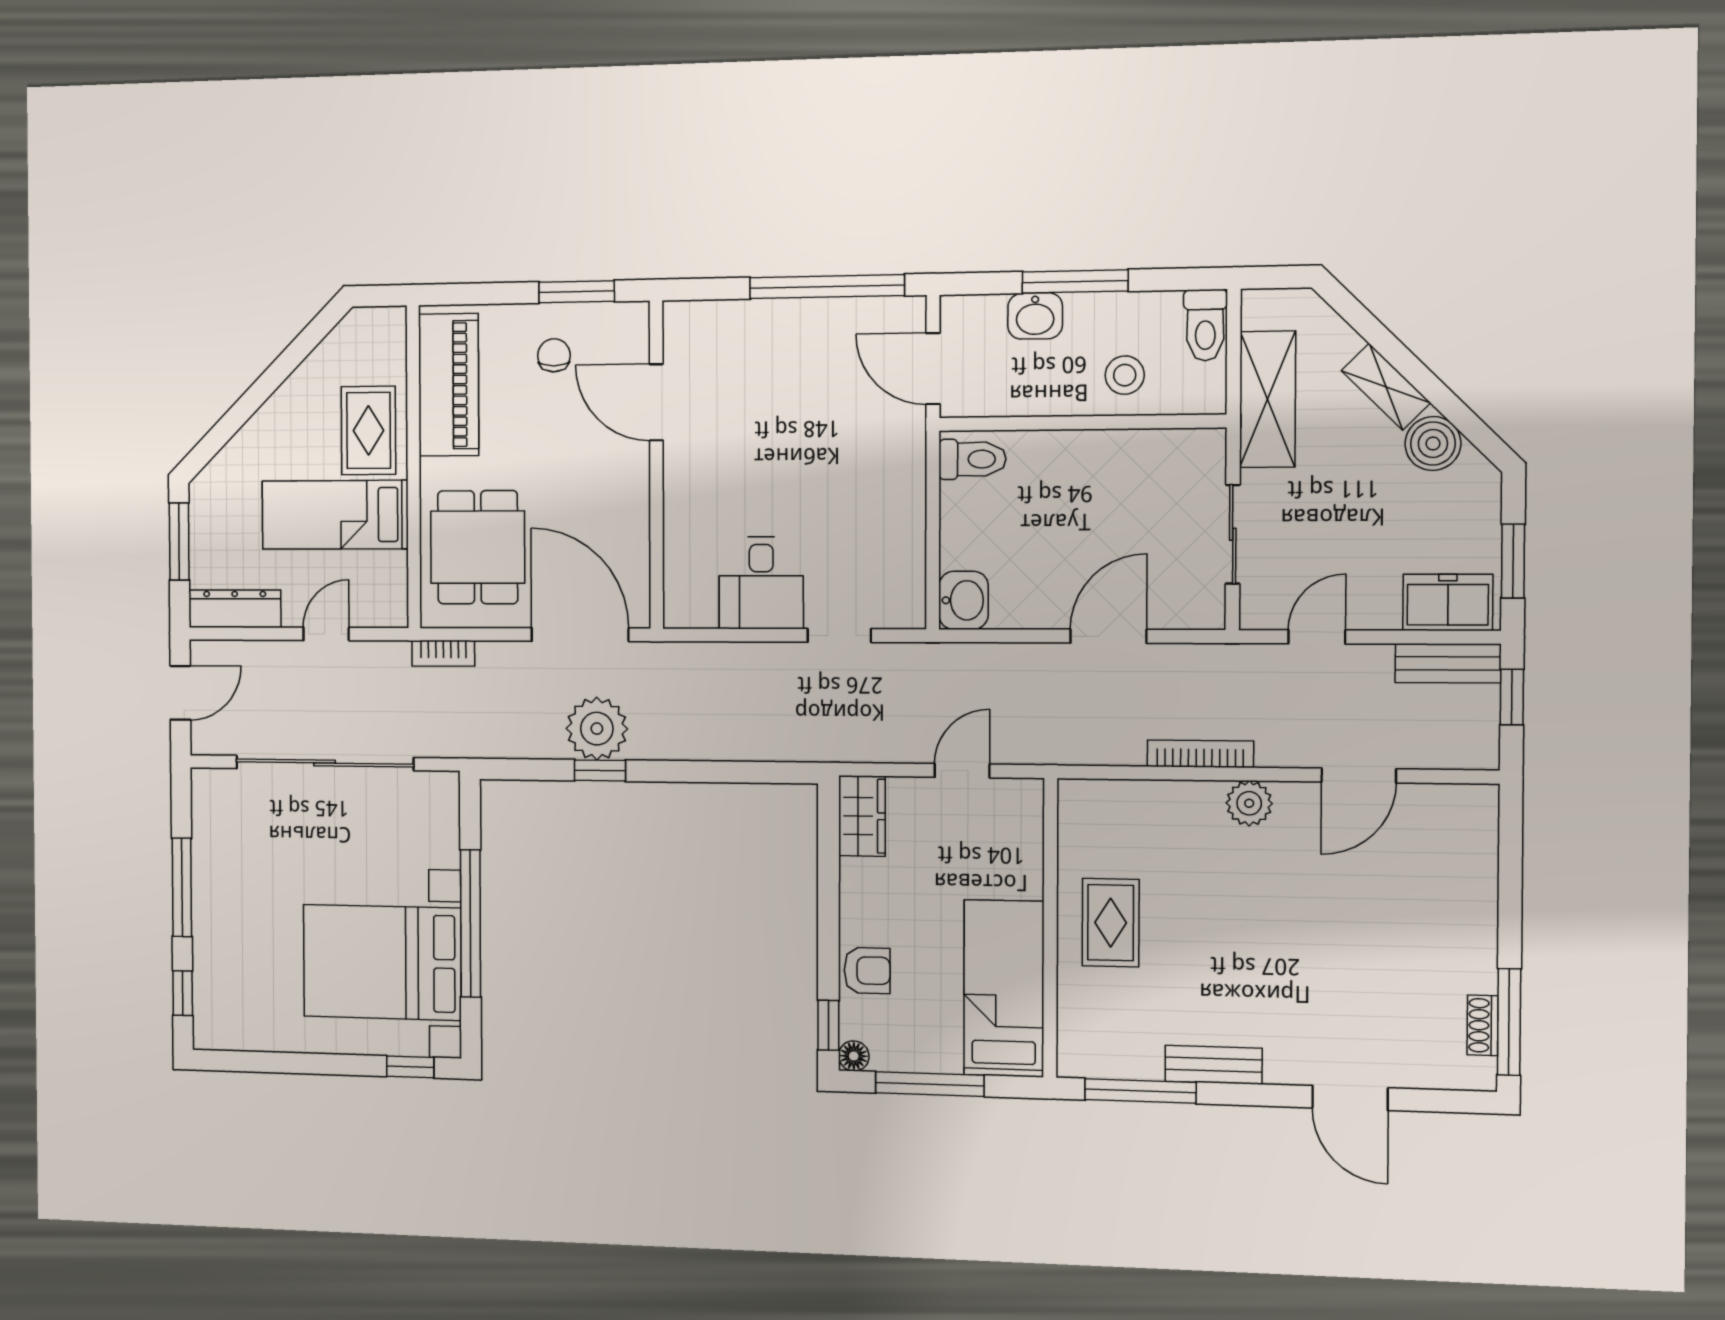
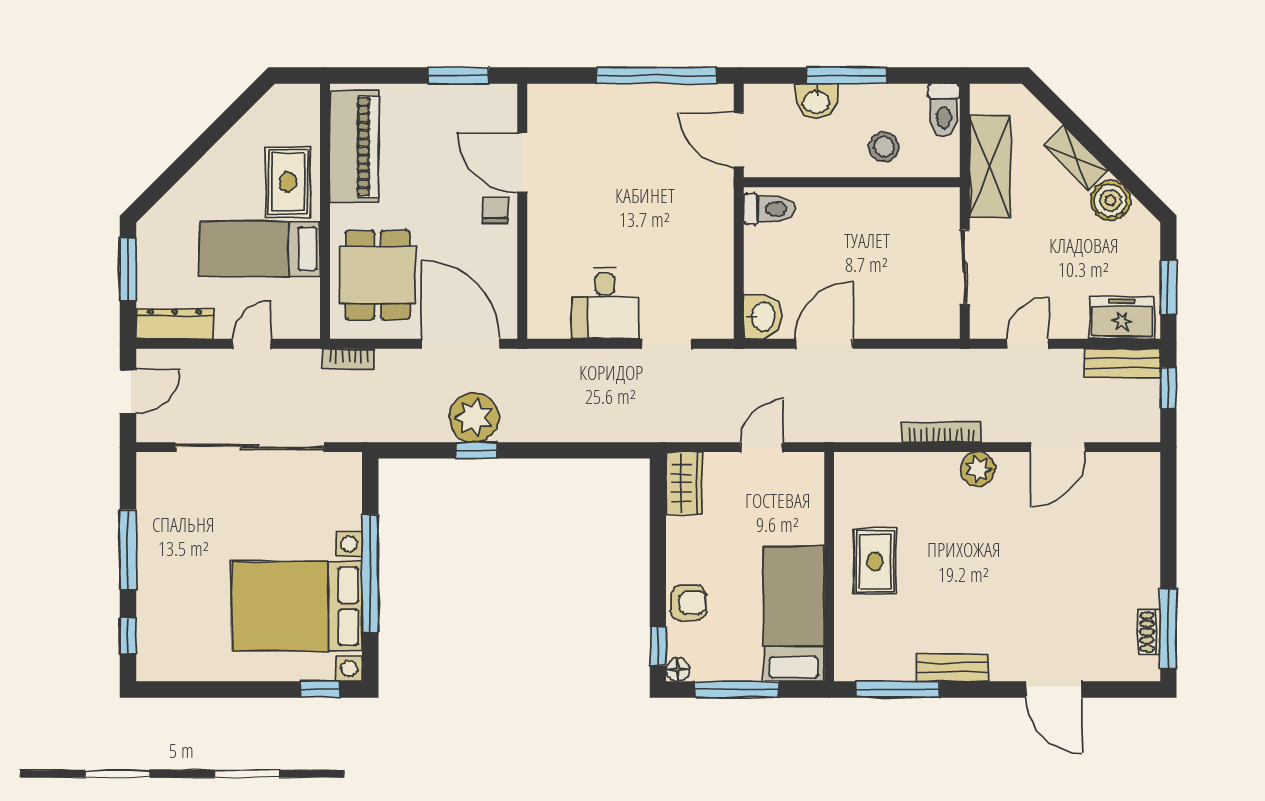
chair: (554, 355) -> (495, 210), moved
door: (1108, 636) -> (824, 344), moved

